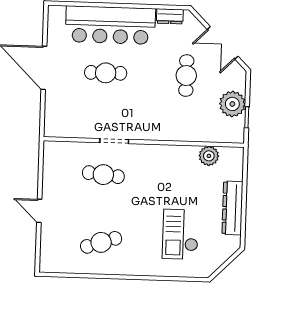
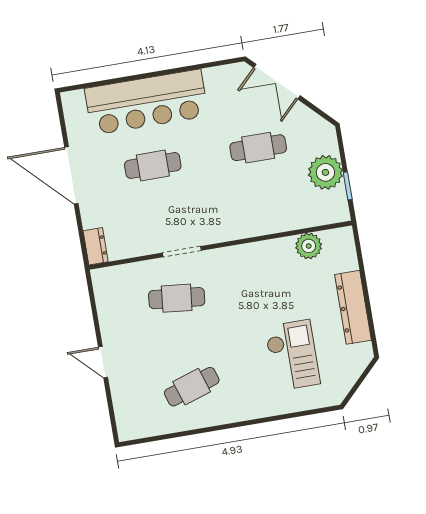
dresser: (170, 16) -> (96, 246), moved, turned -90
double door: (223, 43) -> (277, 82), moved
cafe table: (186, 76) -> (258, 148), turned 90
checkout: (180, 234) -> (292, 355), turned 180

